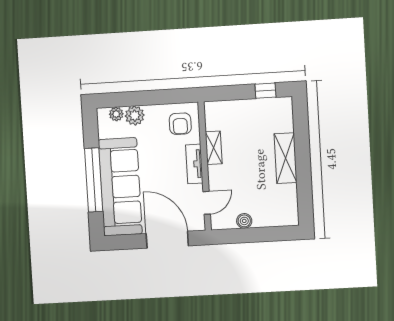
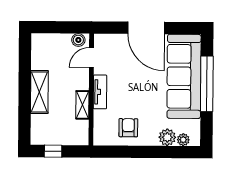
shelving: (214, 148) -> (82, 105), moved
tv unit: (194, 164) -> (100, 92), moved
wall: (205, 166) -> (91, 89), moved
door: (207, 203) -> (91, 58), moved

